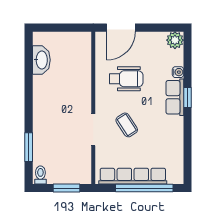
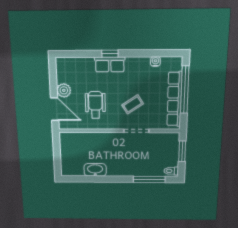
plant: (175, 40) -> (64, 90), moved
washbasin: (41, 60) -> (95, 170), moved
water cooler: (178, 72) -> (155, 62), moved
window: (29, 147) -> (149, 179), width x1.44

